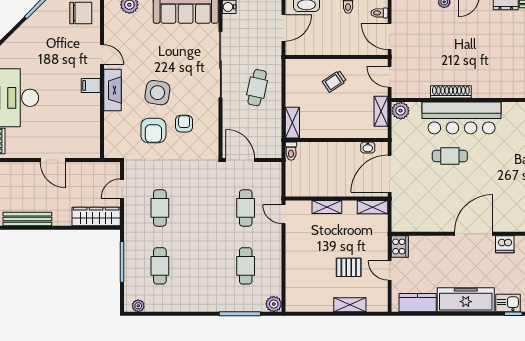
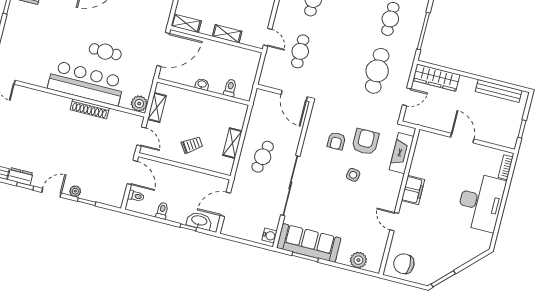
filing cabinet: (91, 85) -> (413, 190), width x2.00
fireplace: (112, 90) -> (402, 153), moved
side table: (157, 93) -> (353, 175), width x0.54, depth x0.54
shelving: (292, 123) -> (232, 143), moved
washbasin: (368, 147) -> (202, 84), moved
toilet: (291, 151) -> (230, 88), moved
cafe table: (160, 208) -> (377, 71), width x1.37, depth x1.35

